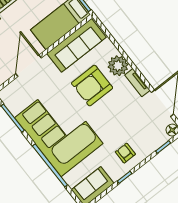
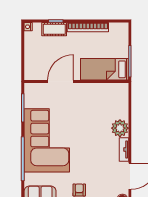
sofa: (76, 45) -> (103, 93), removed
armchair: (92, 86) -> (92, 128), removed

